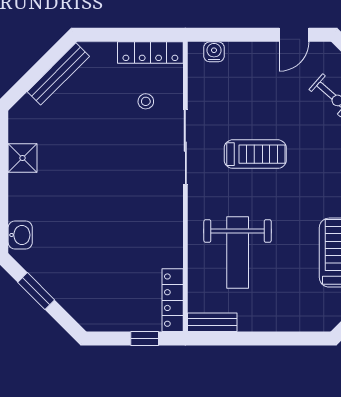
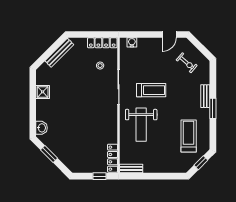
weight bench: (238, 253) -> (141, 125), moved

